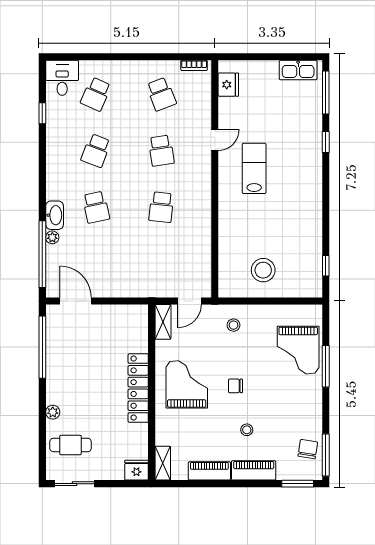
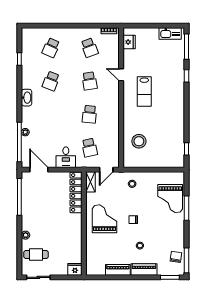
desk: (62, 78) -> (66, 157), moved, turned 180
door: (215, 140) -> (121, 75), swing flipped
lab bench: (254, 168) -> (144, 91), turned 180
school desk: (96, 207) -> (89, 148), moved
washbasin: (55, 215) -> (27, 98), moved
stool: (263, 270) -> (139, 141), moved
locker: (138, 388) -> (76, 192), moved
shelving: (163, 463) -> (90, 265), removed

